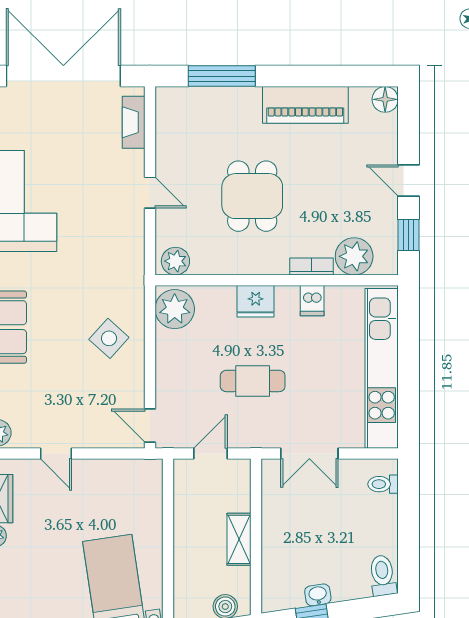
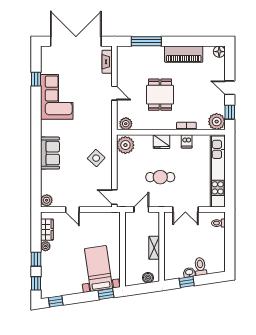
plant: (354, 256) -> (217, 122), moved
toilet: (383, 575) -> (200, 266), moved

